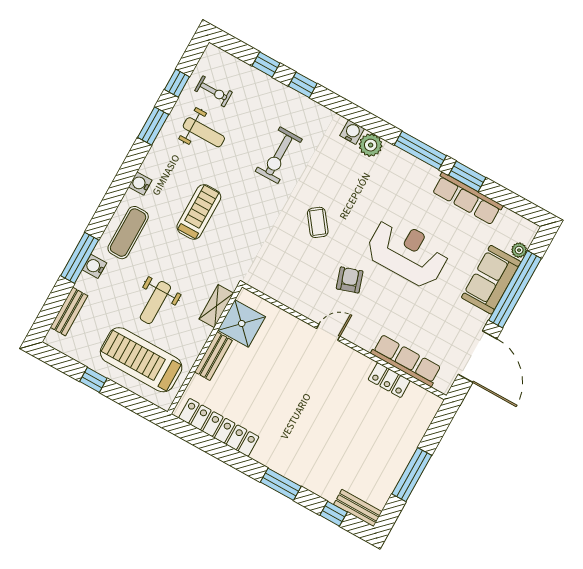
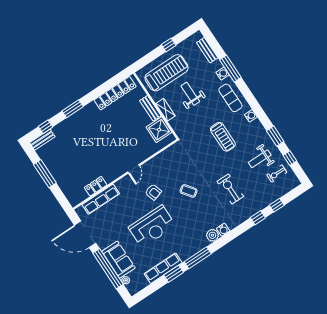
shelving: (216, 306) -> (165, 110), moved

